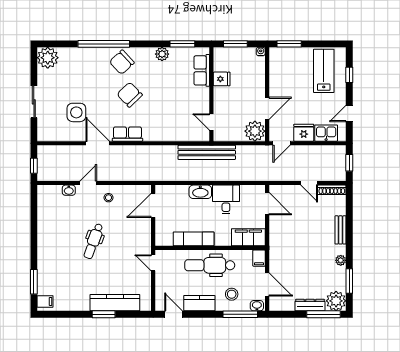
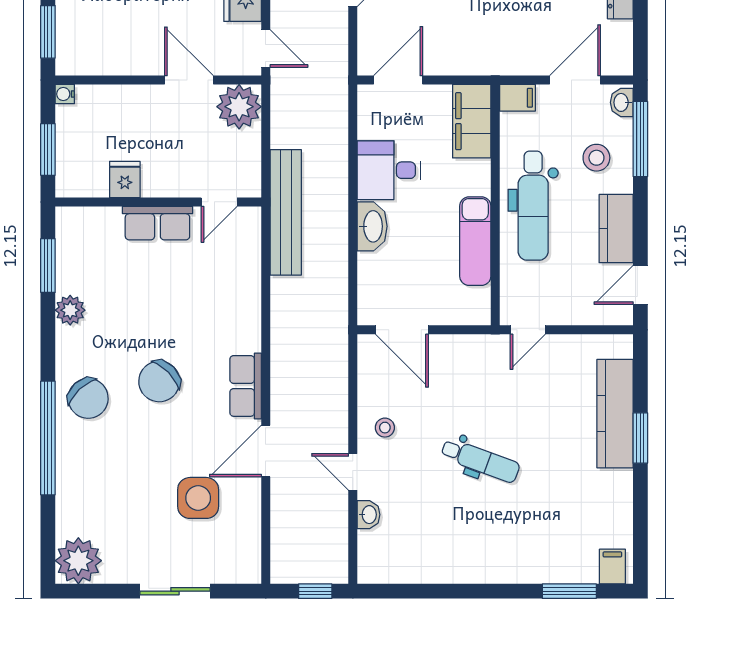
row of seats: (202, 70) -> (157, 223), moved

